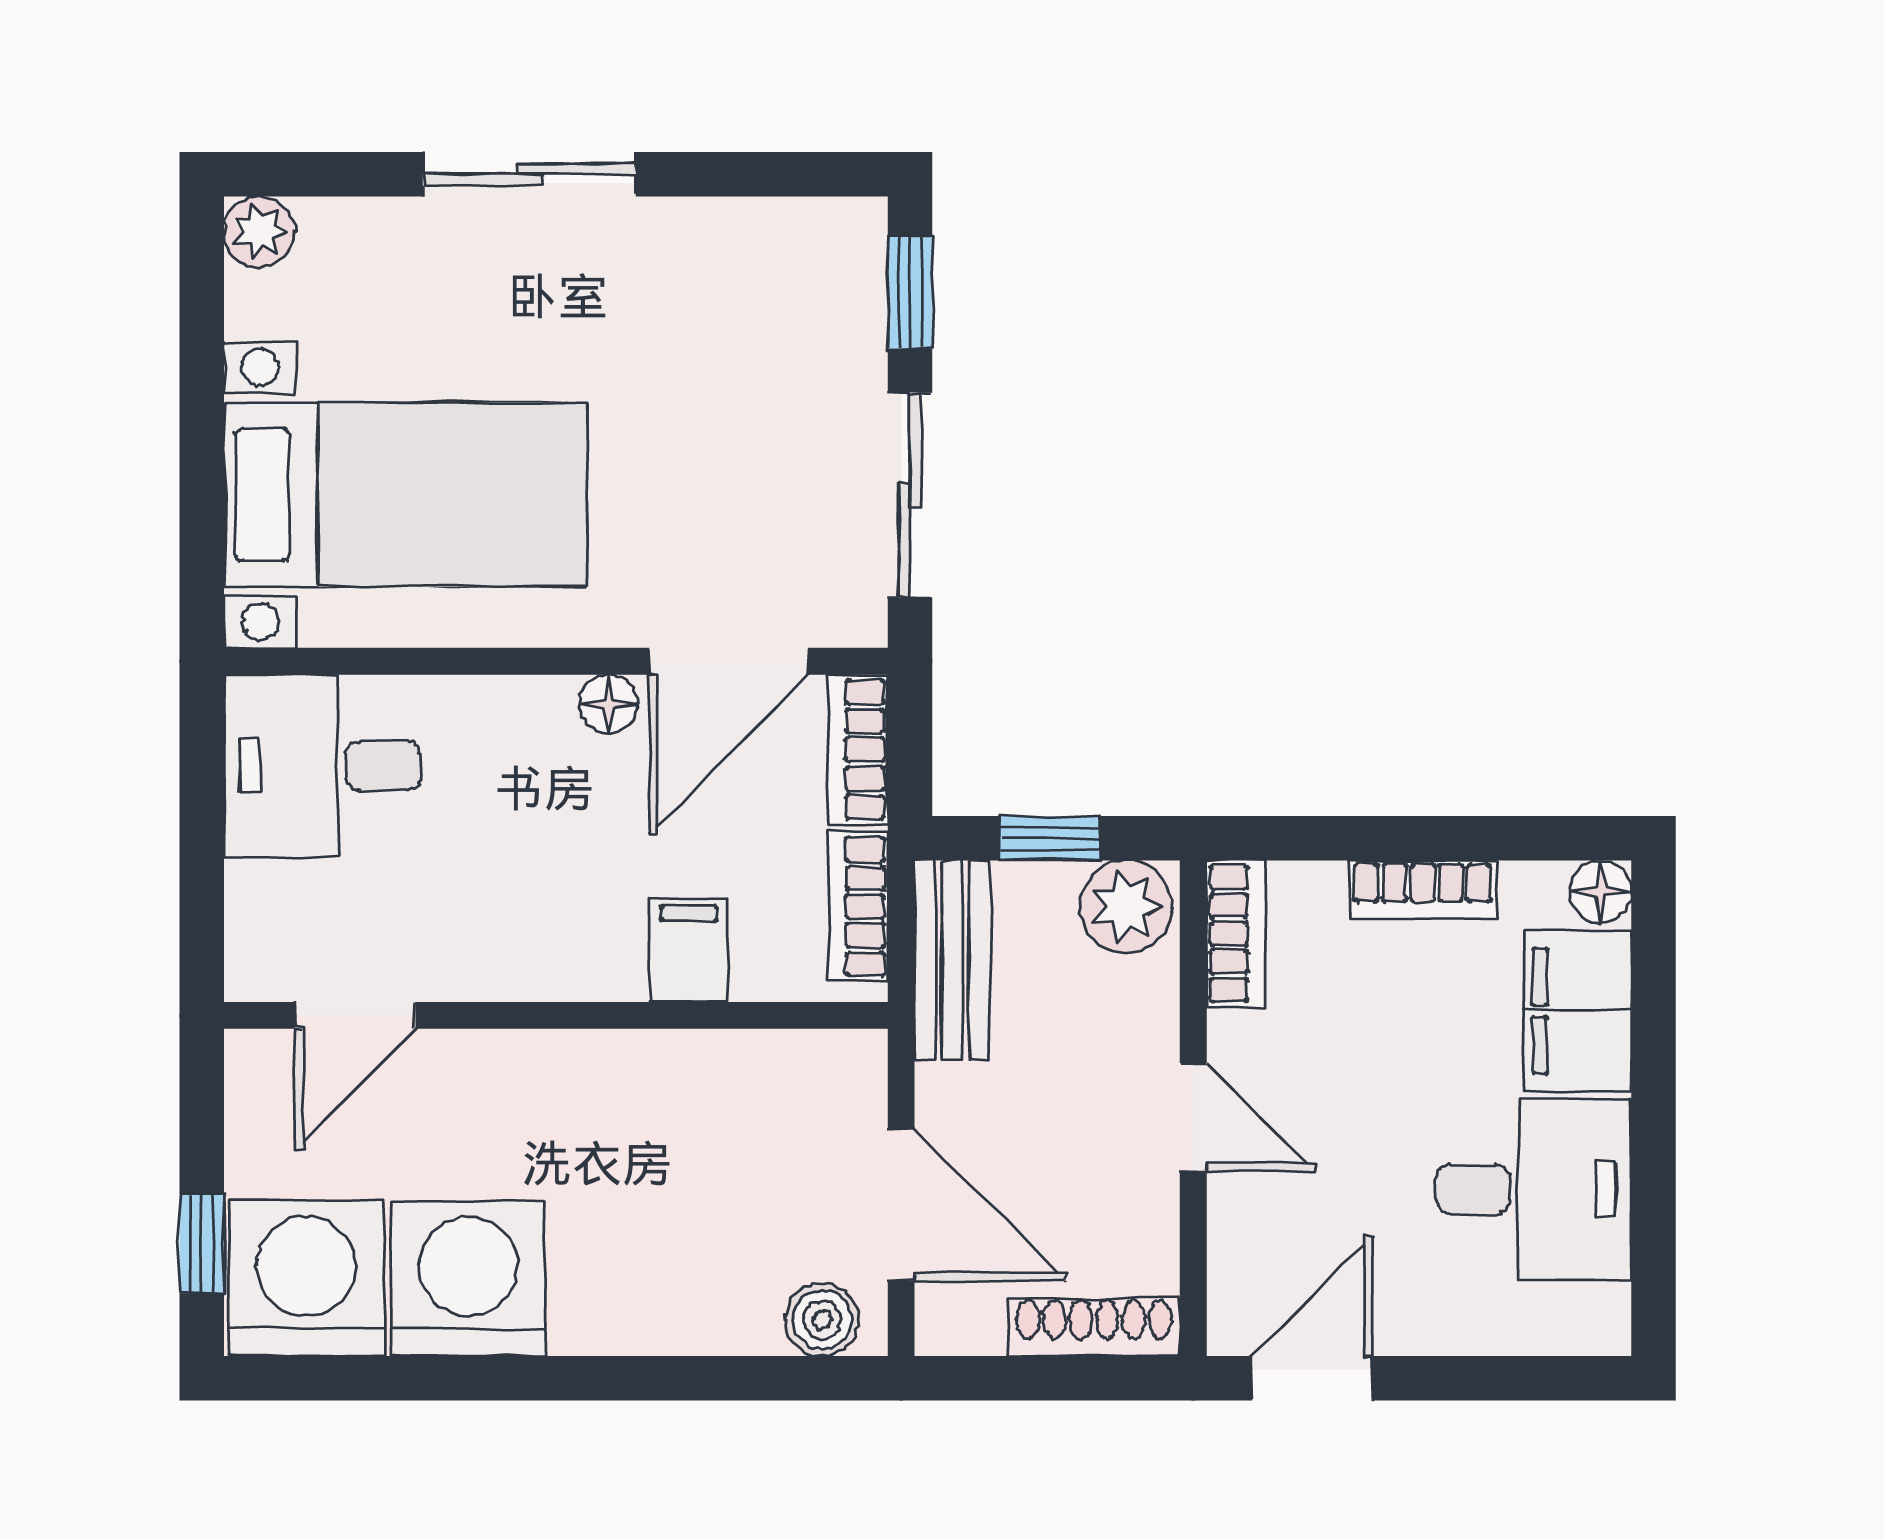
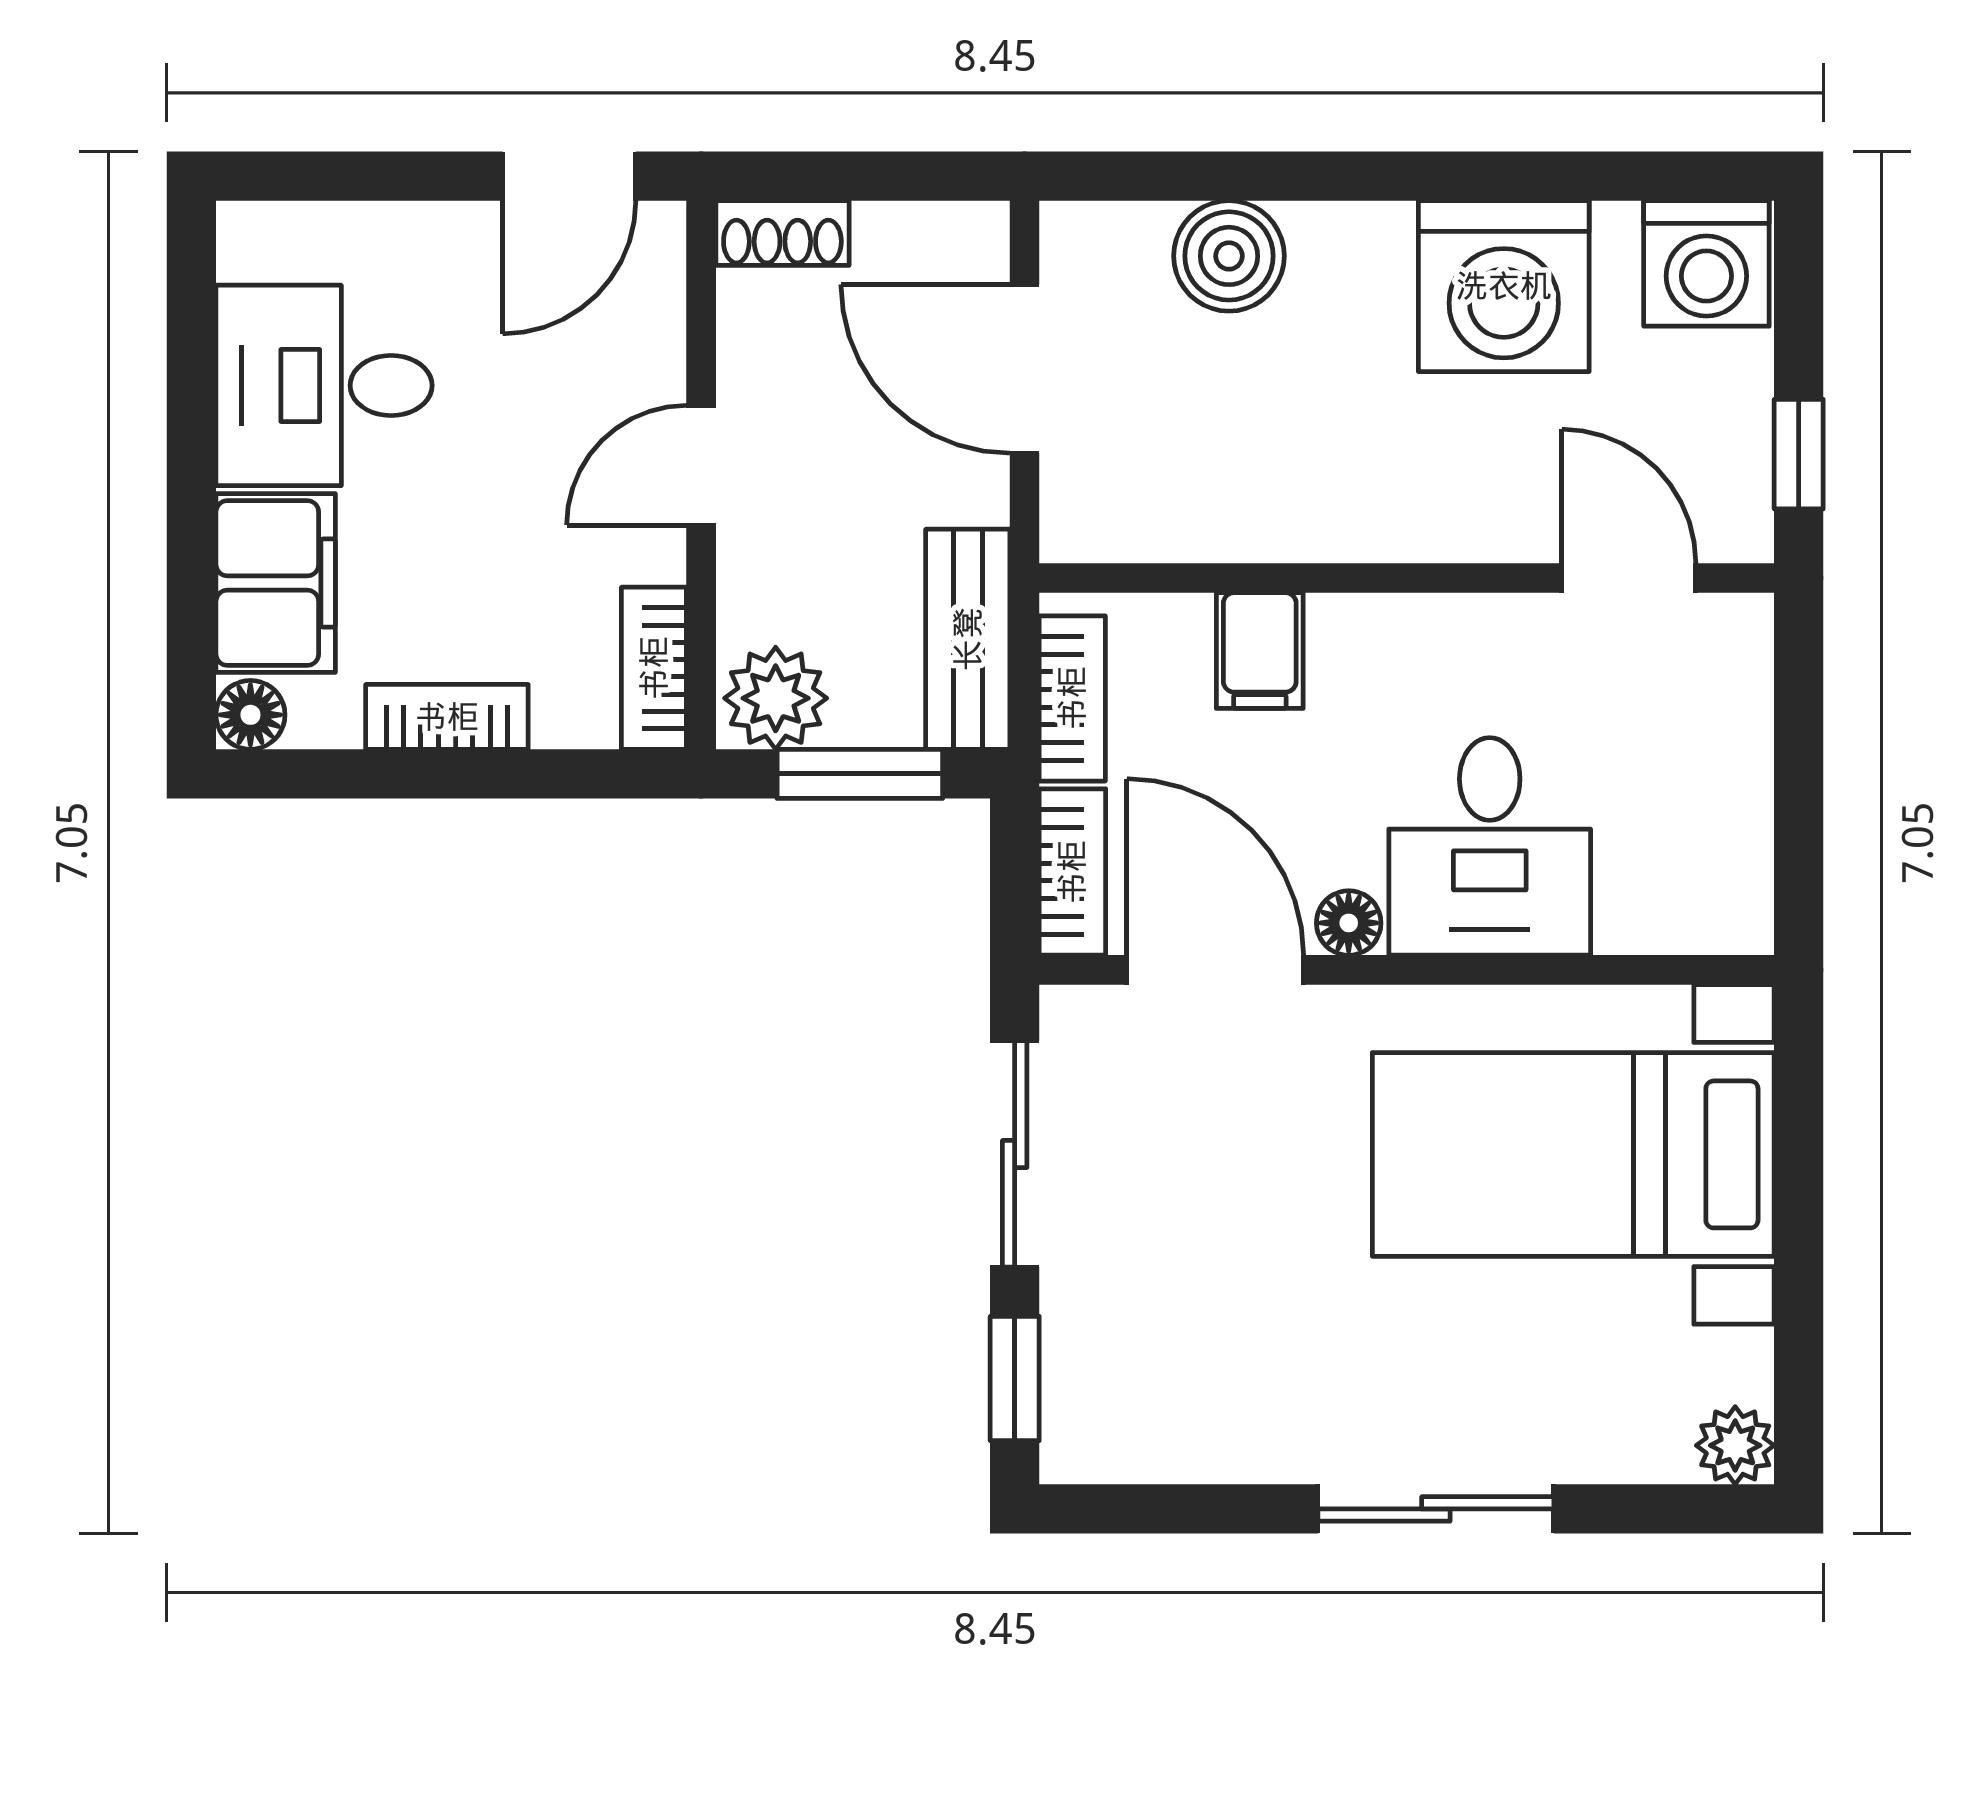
door: (729, 661) -> (1215, 970), hinge flipped
desk: (322, 766) -> (1490, 846), moved, turned 90
window: (1050, 838) -> (860, 774), width x1.50
door: (355, 1015) -> (1629, 578), hinge flipped
door: (1193, 1117) -> (701, 465), hinge flipped
window: (202, 1244) -> (1799, 454), moved
washing machine: (306, 1278) -> (1706, 263), width x0.73, depth x0.73
boiler: (822, 1320) -> (1229, 256), moved, width x1.36, depth x1.36
shoe rack: (1094, 1327) -> (782, 233), width x0.70

